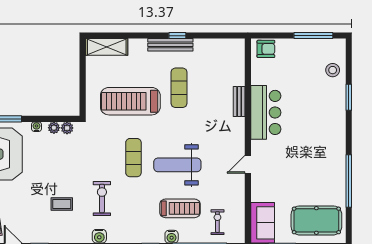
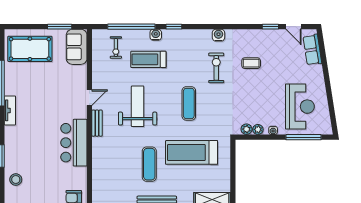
treadmill: (130, 101) -> (192, 152), turned 180
bench: (239, 102) -> (97, 123), moved
tv unit: (339, 150) -> (10, 110), added
weight bench: (177, 165) -> (138, 106), moved, turned -90
exercise bike: (102, 199) -> (216, 68), turned 180

